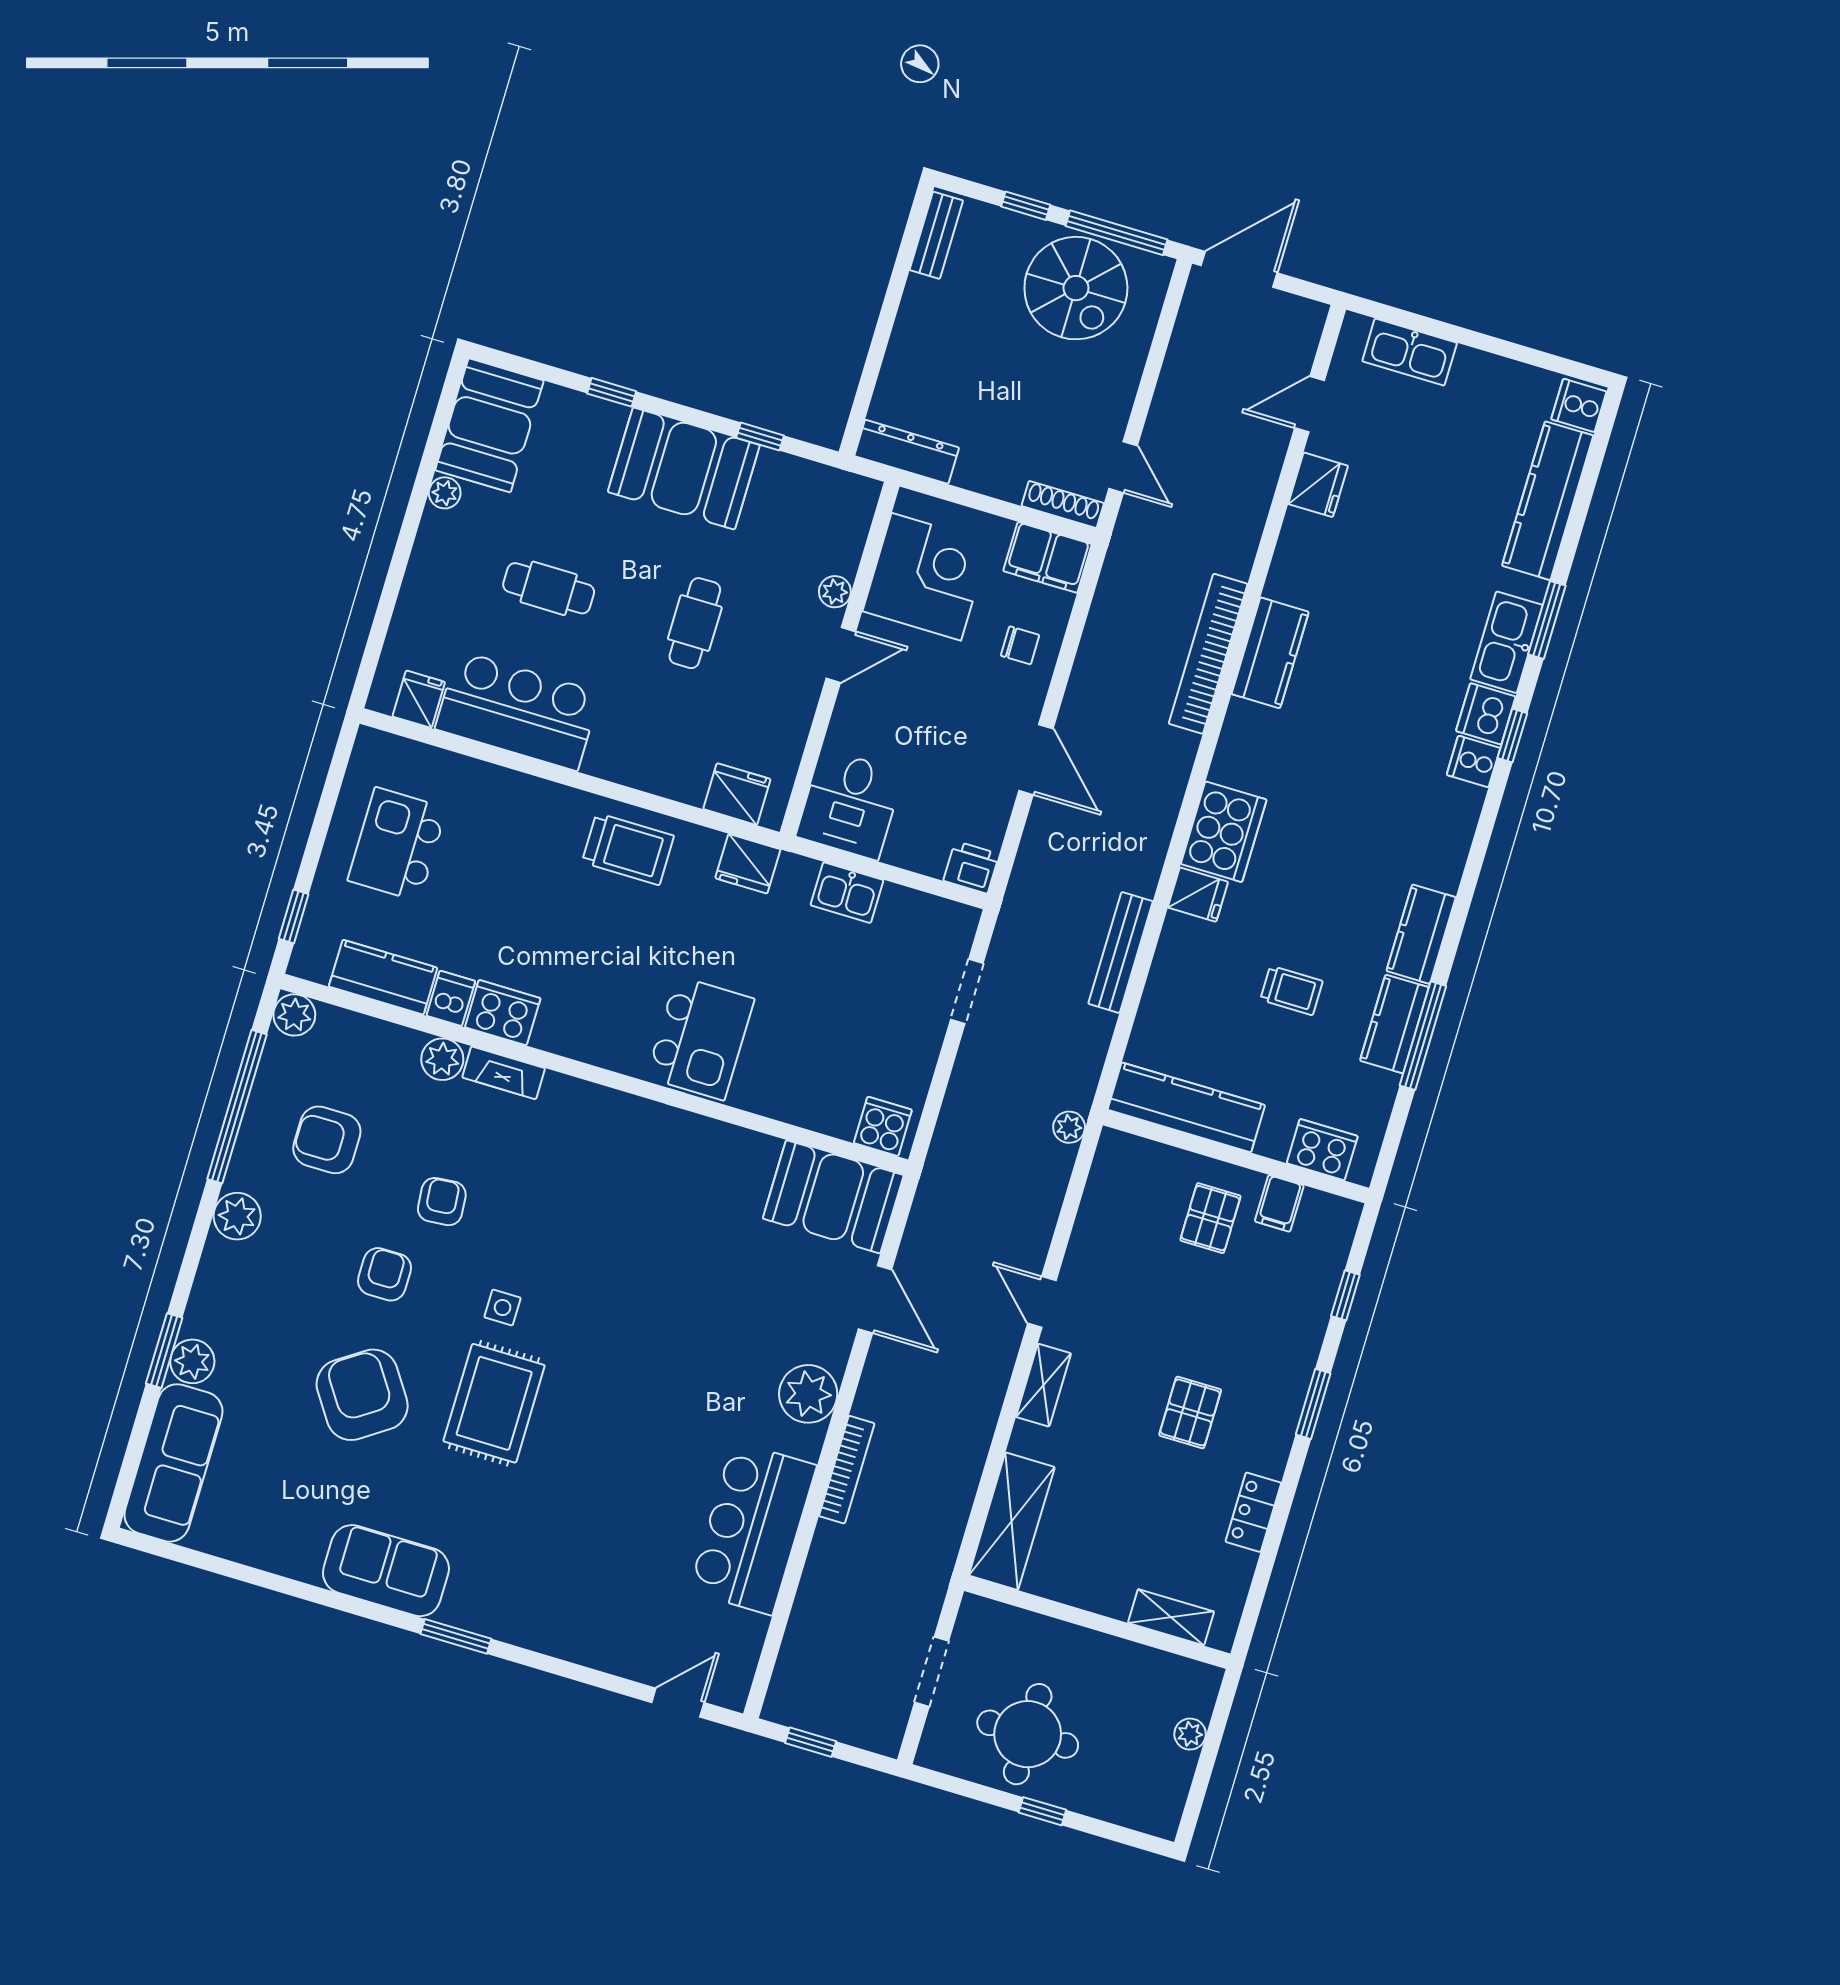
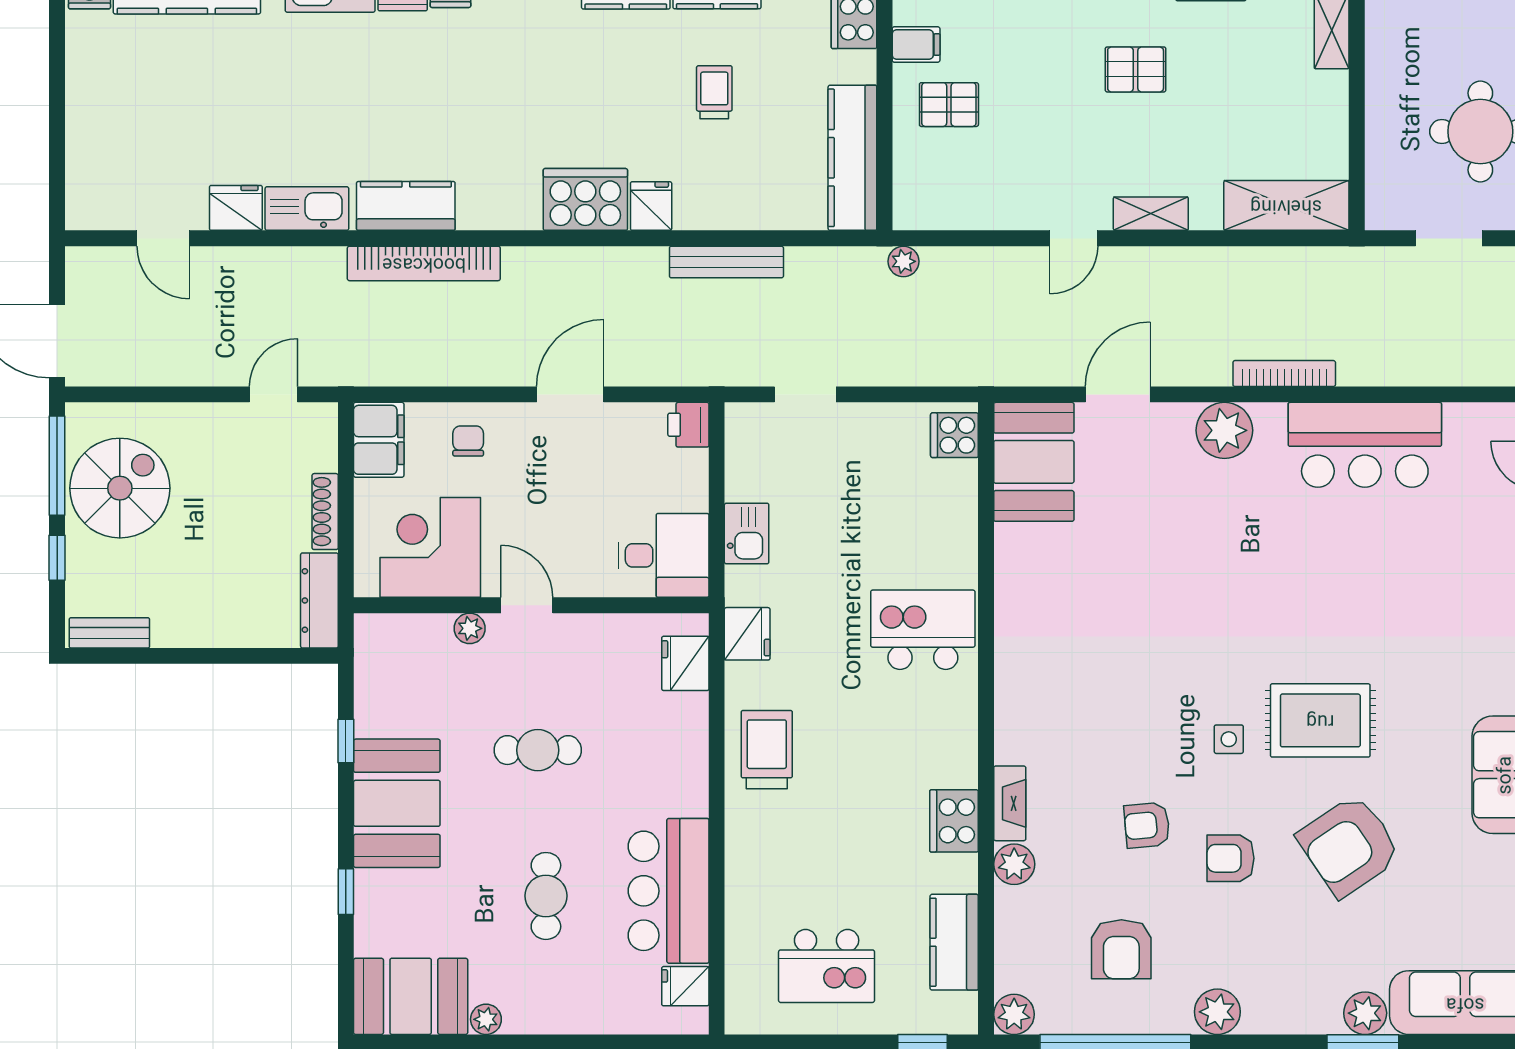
kitchen sink: (1410, 352) -> (307, 209), moved, turned -90
shoe rack: (1063, 504) -> (325, 512), moved
dishwasher: (451, 998) -> (955, 873), removed

